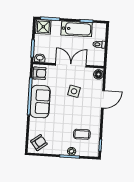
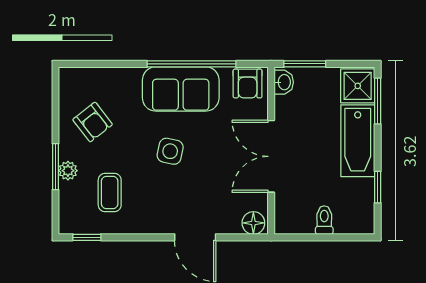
bathtub: (77, 29) -> (358, 141), moved
double door: (71, 65) -> (271, 156), swing flipped
side table: (74, 91) -> (170, 151), moved
armchair: (39, 143) -> (93, 122), moved

